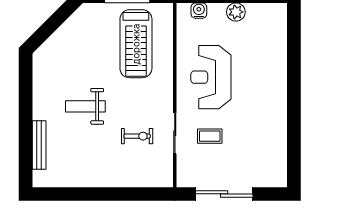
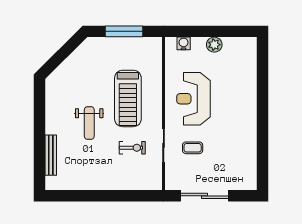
treadmill: (136, 44) -> (128, 98), moved
weight bench: (85, 106) -> (89, 123), turned -90

